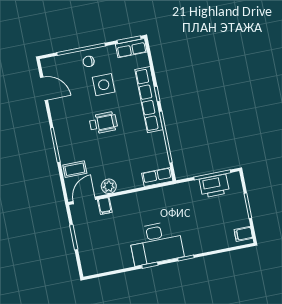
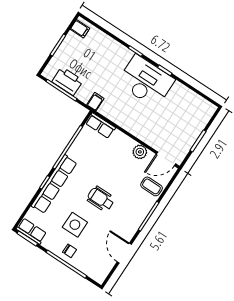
door: (44, 89) -> (124, 253), moved
filing cabinet: (105, 206) -> (95, 102), moved

